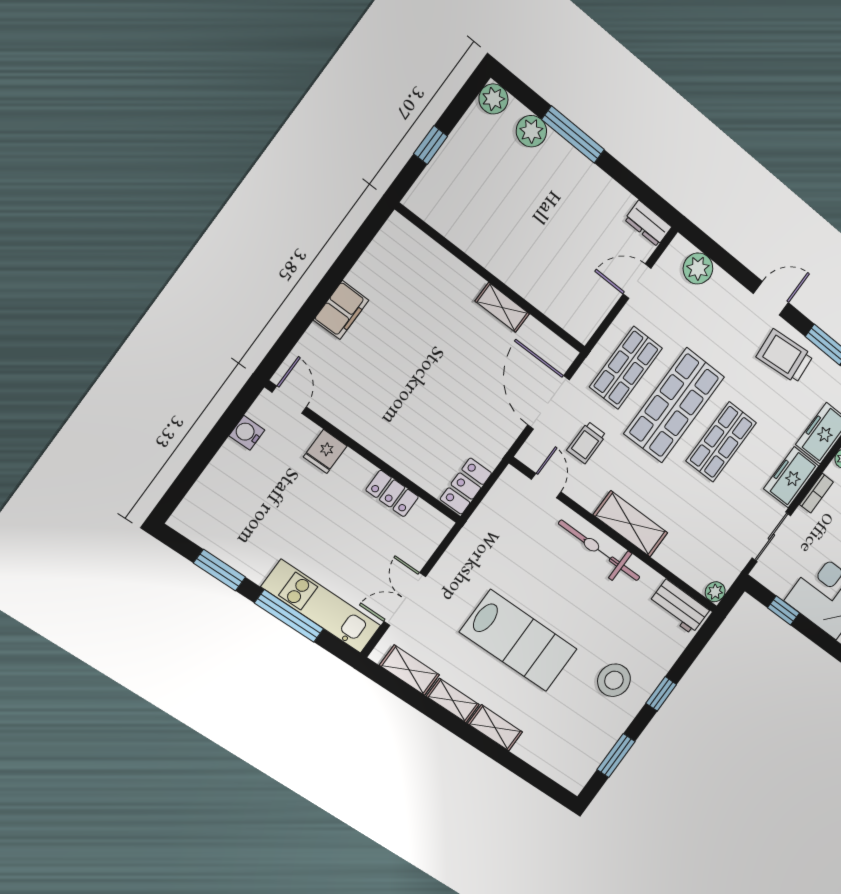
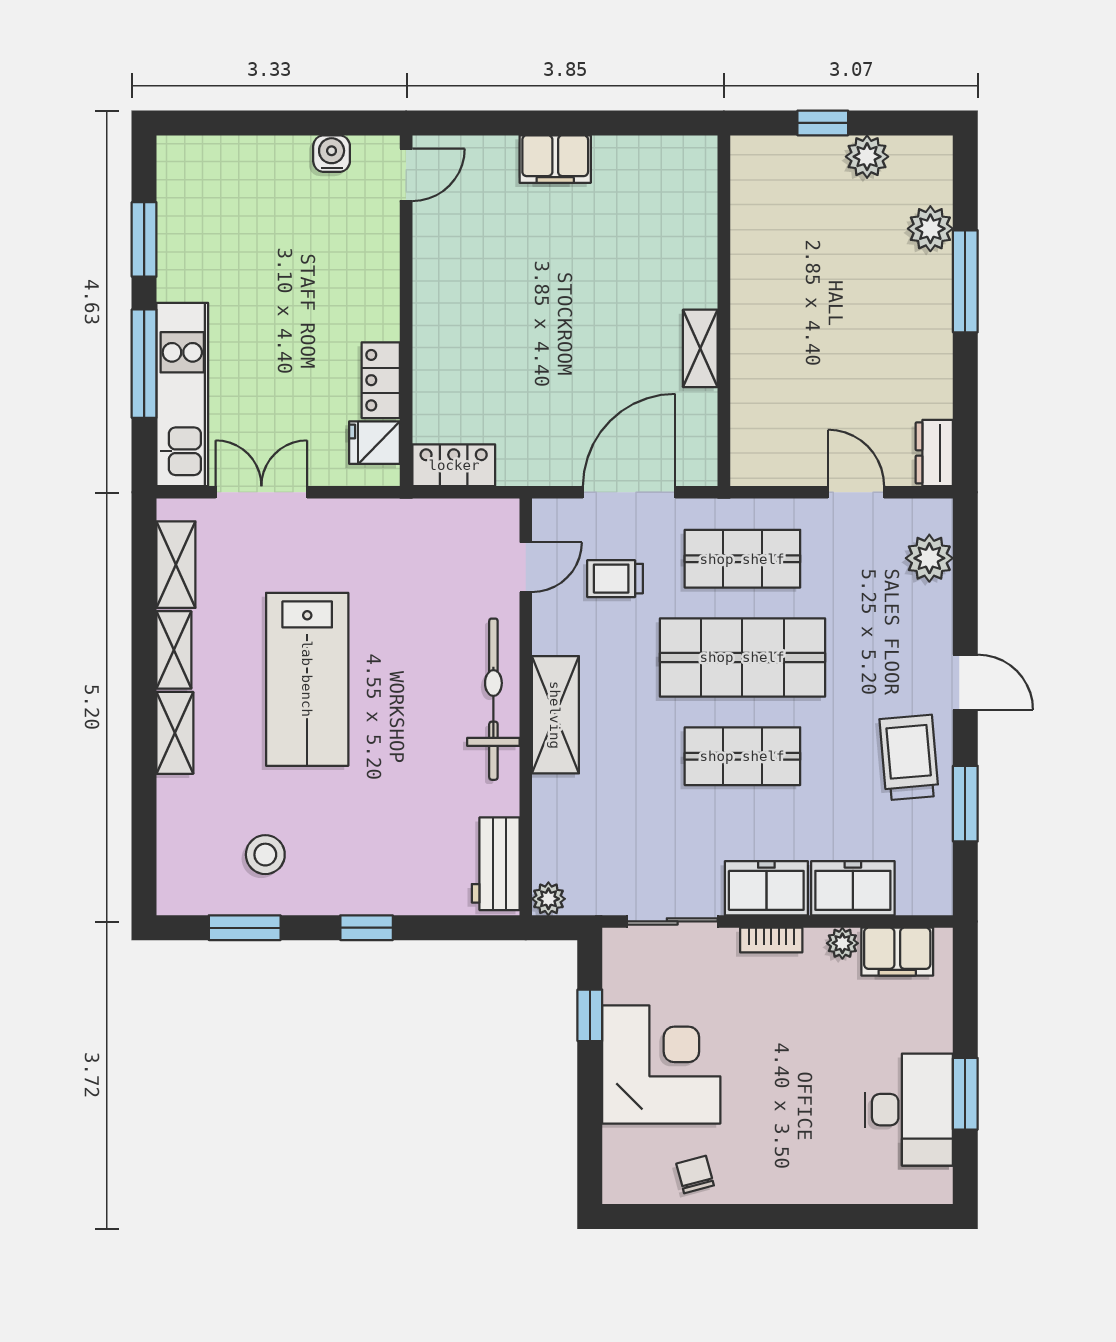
plant: (493, 99) -> (867, 157), moved
fridge: (325, 451) -> (375, 443), moved
stool: (614, 680) -> (265, 855), moved, width x0.73, depth x0.73

